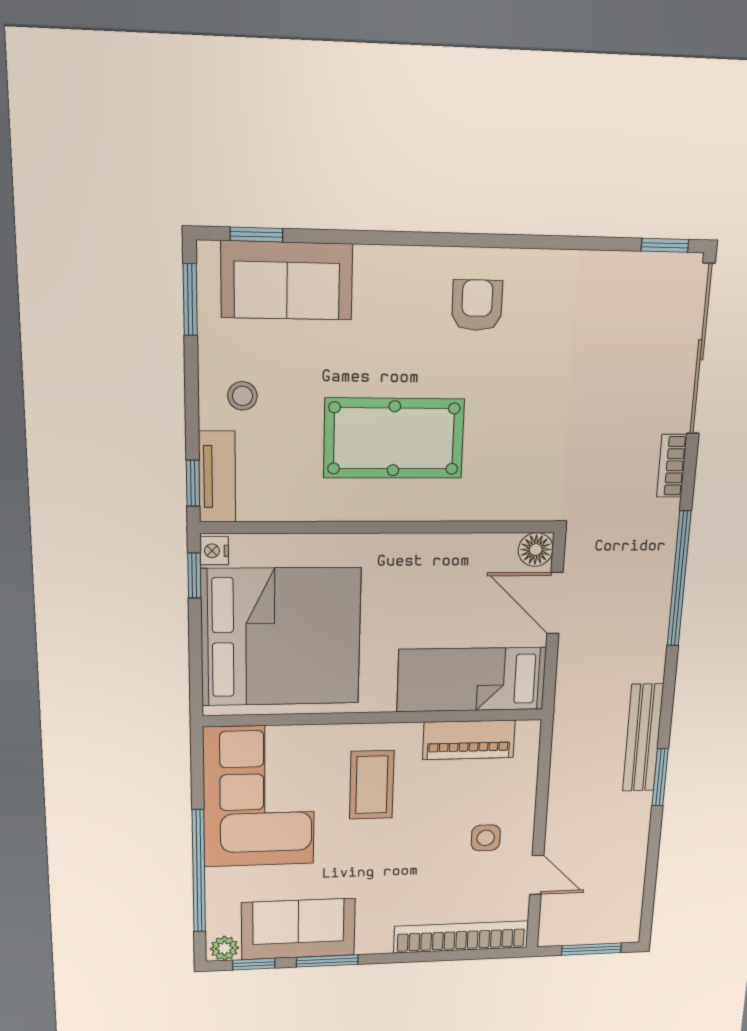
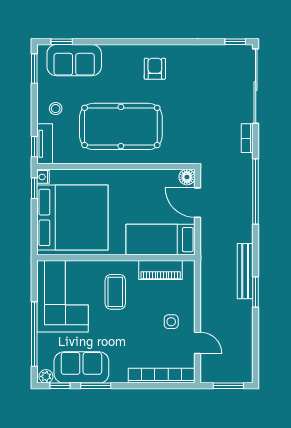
pool table: (394, 438) -> (121, 126), width x1.36, depth x1.32

